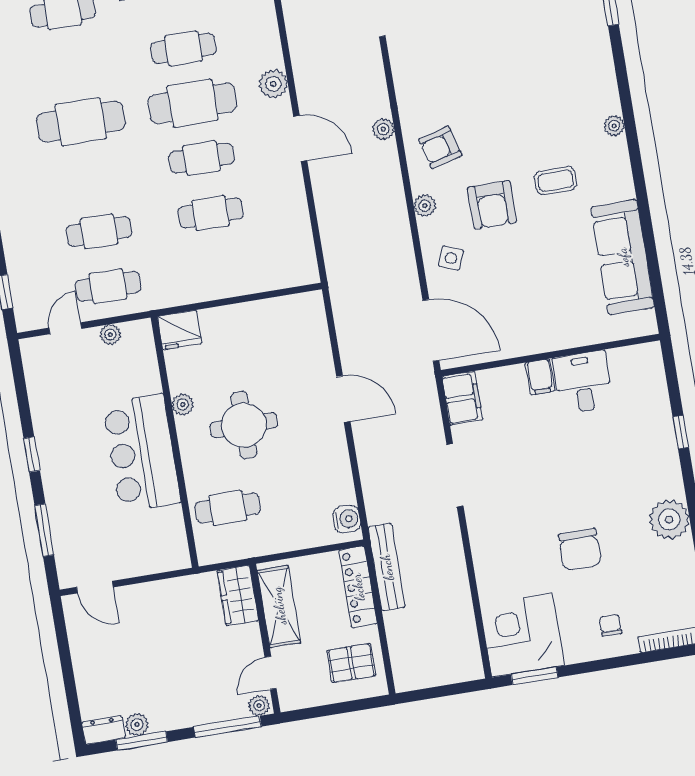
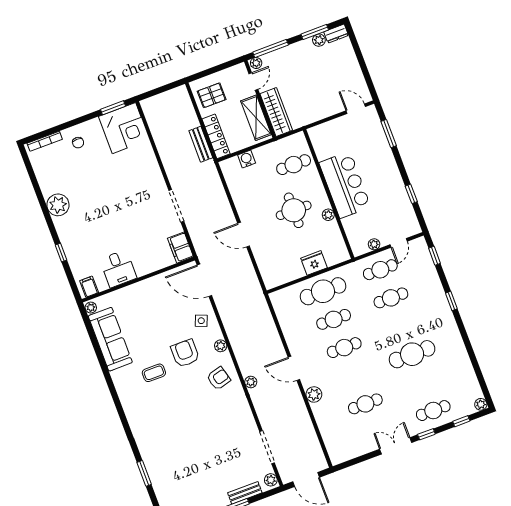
cafe table: (192, 103) -> (323, 291), moved
plant: (614, 126) -> (91, 308), moved
fridge: (180, 330) -> (314, 263), moved
filing cabinet: (540, 377) -> (89, 287), moved
window: (32, 454) -> (411, 194), moved
water cooler: (347, 519) -> (247, 159), moved, turned 90
chair: (580, 550) -> (102, 180), removed
bench: (387, 567) -> (201, 144), width x0.73
wardrobe: (238, 595) -> (276, 112), width x1.50

